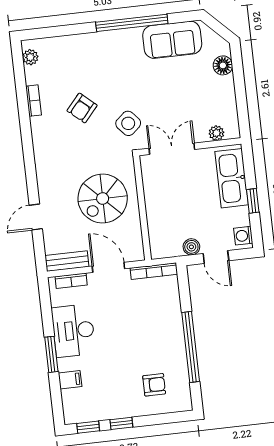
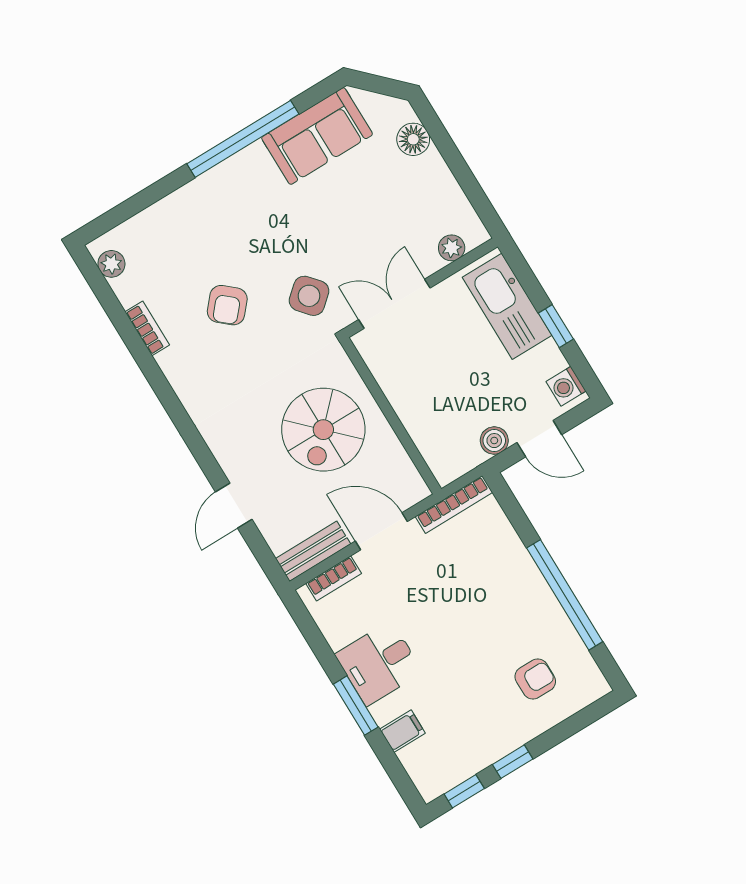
desk: (73, 331) -> (379, 663), width x0.73

